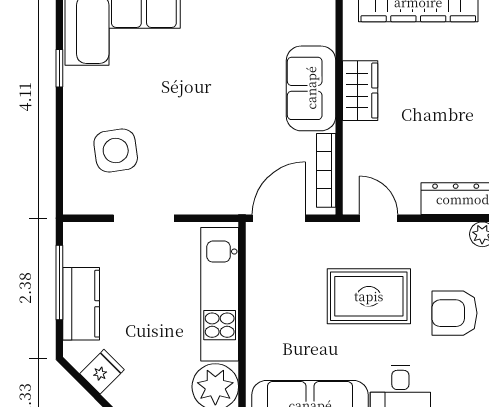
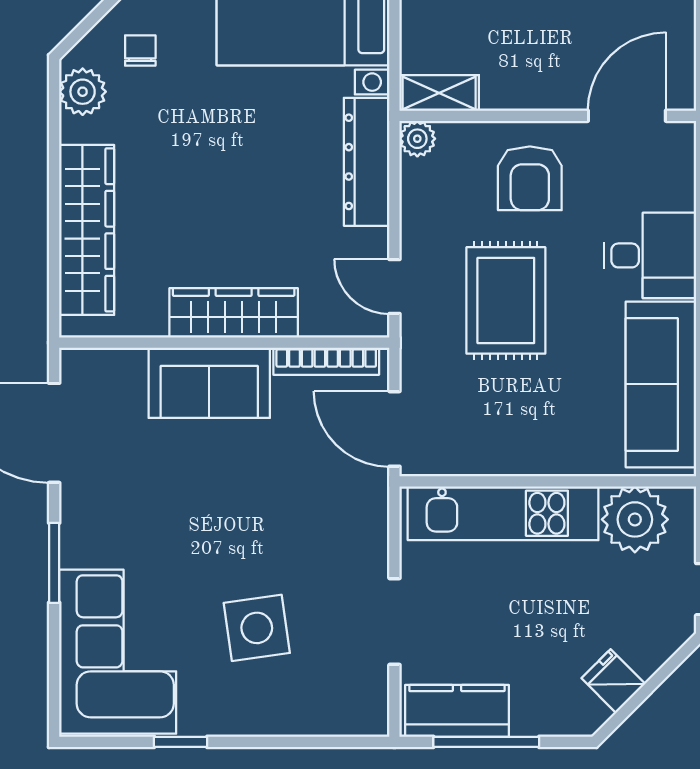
wardrobe: (360, 91) -> (234, 313), width x1.50
side table: (116, 150) -> (257, 628), moved
door: (379, 218) -> (394, 287), hinge flipped
kitchen counter: (81, 304) -> (457, 711), moved

